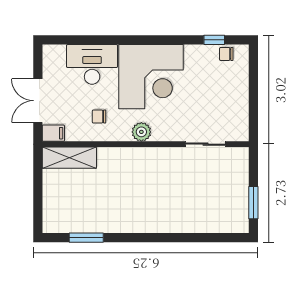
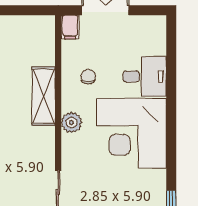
desk: (92, 64) -> (145, 76), width x0.73
shelving: (69, 158) -> (44, 96), moved

